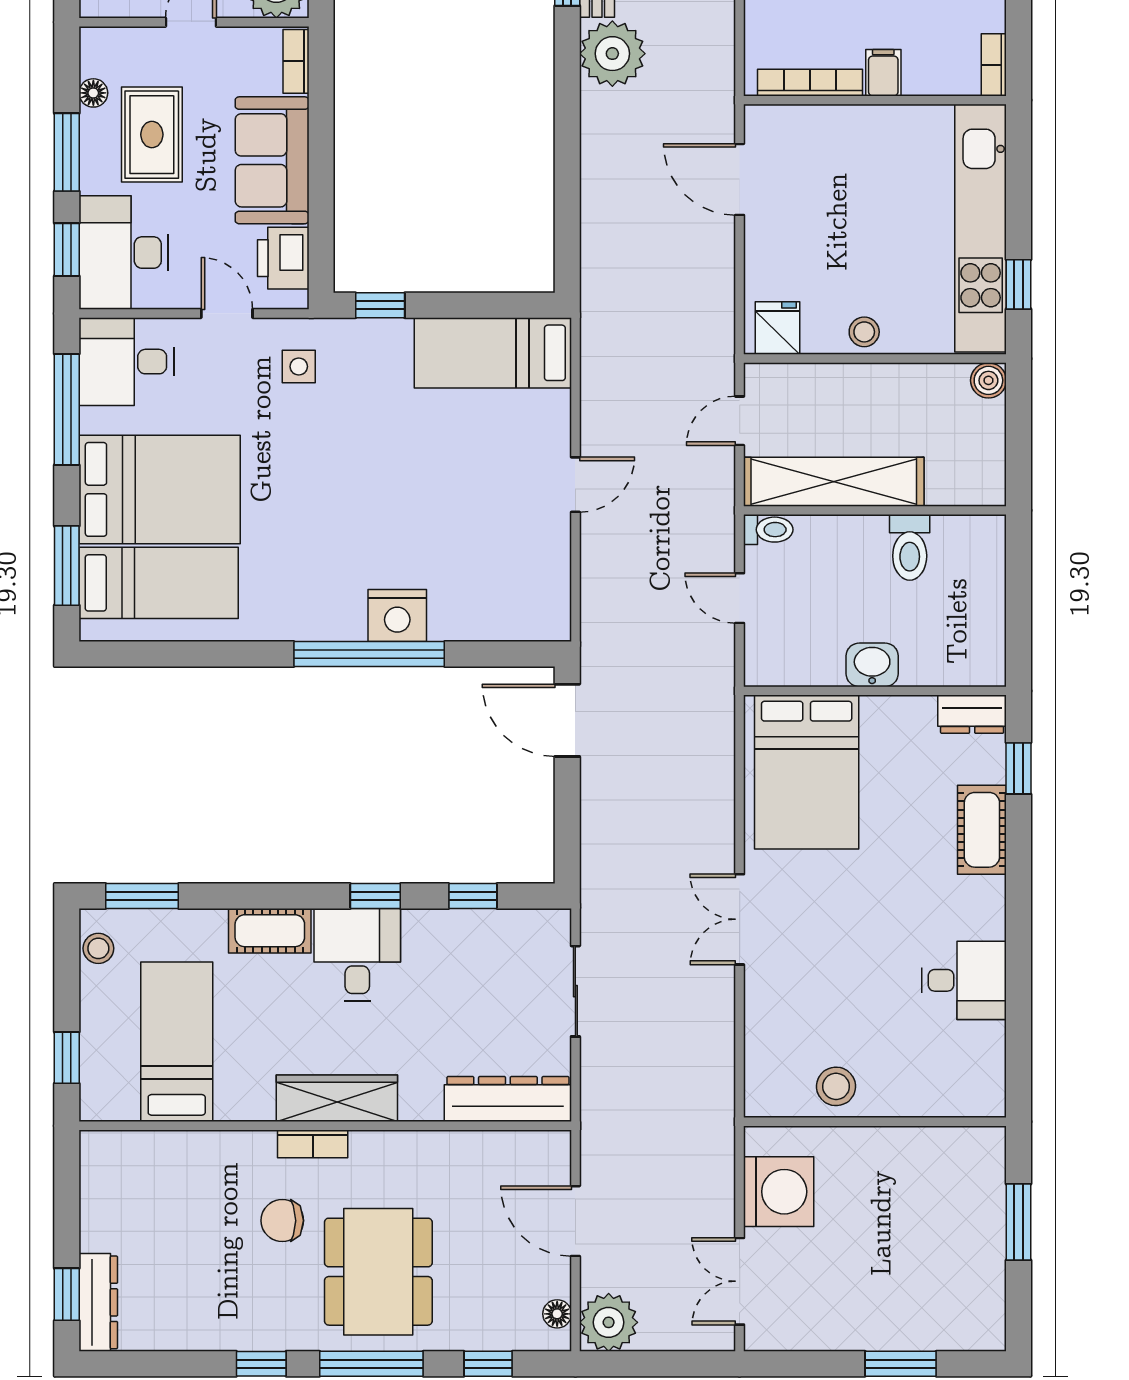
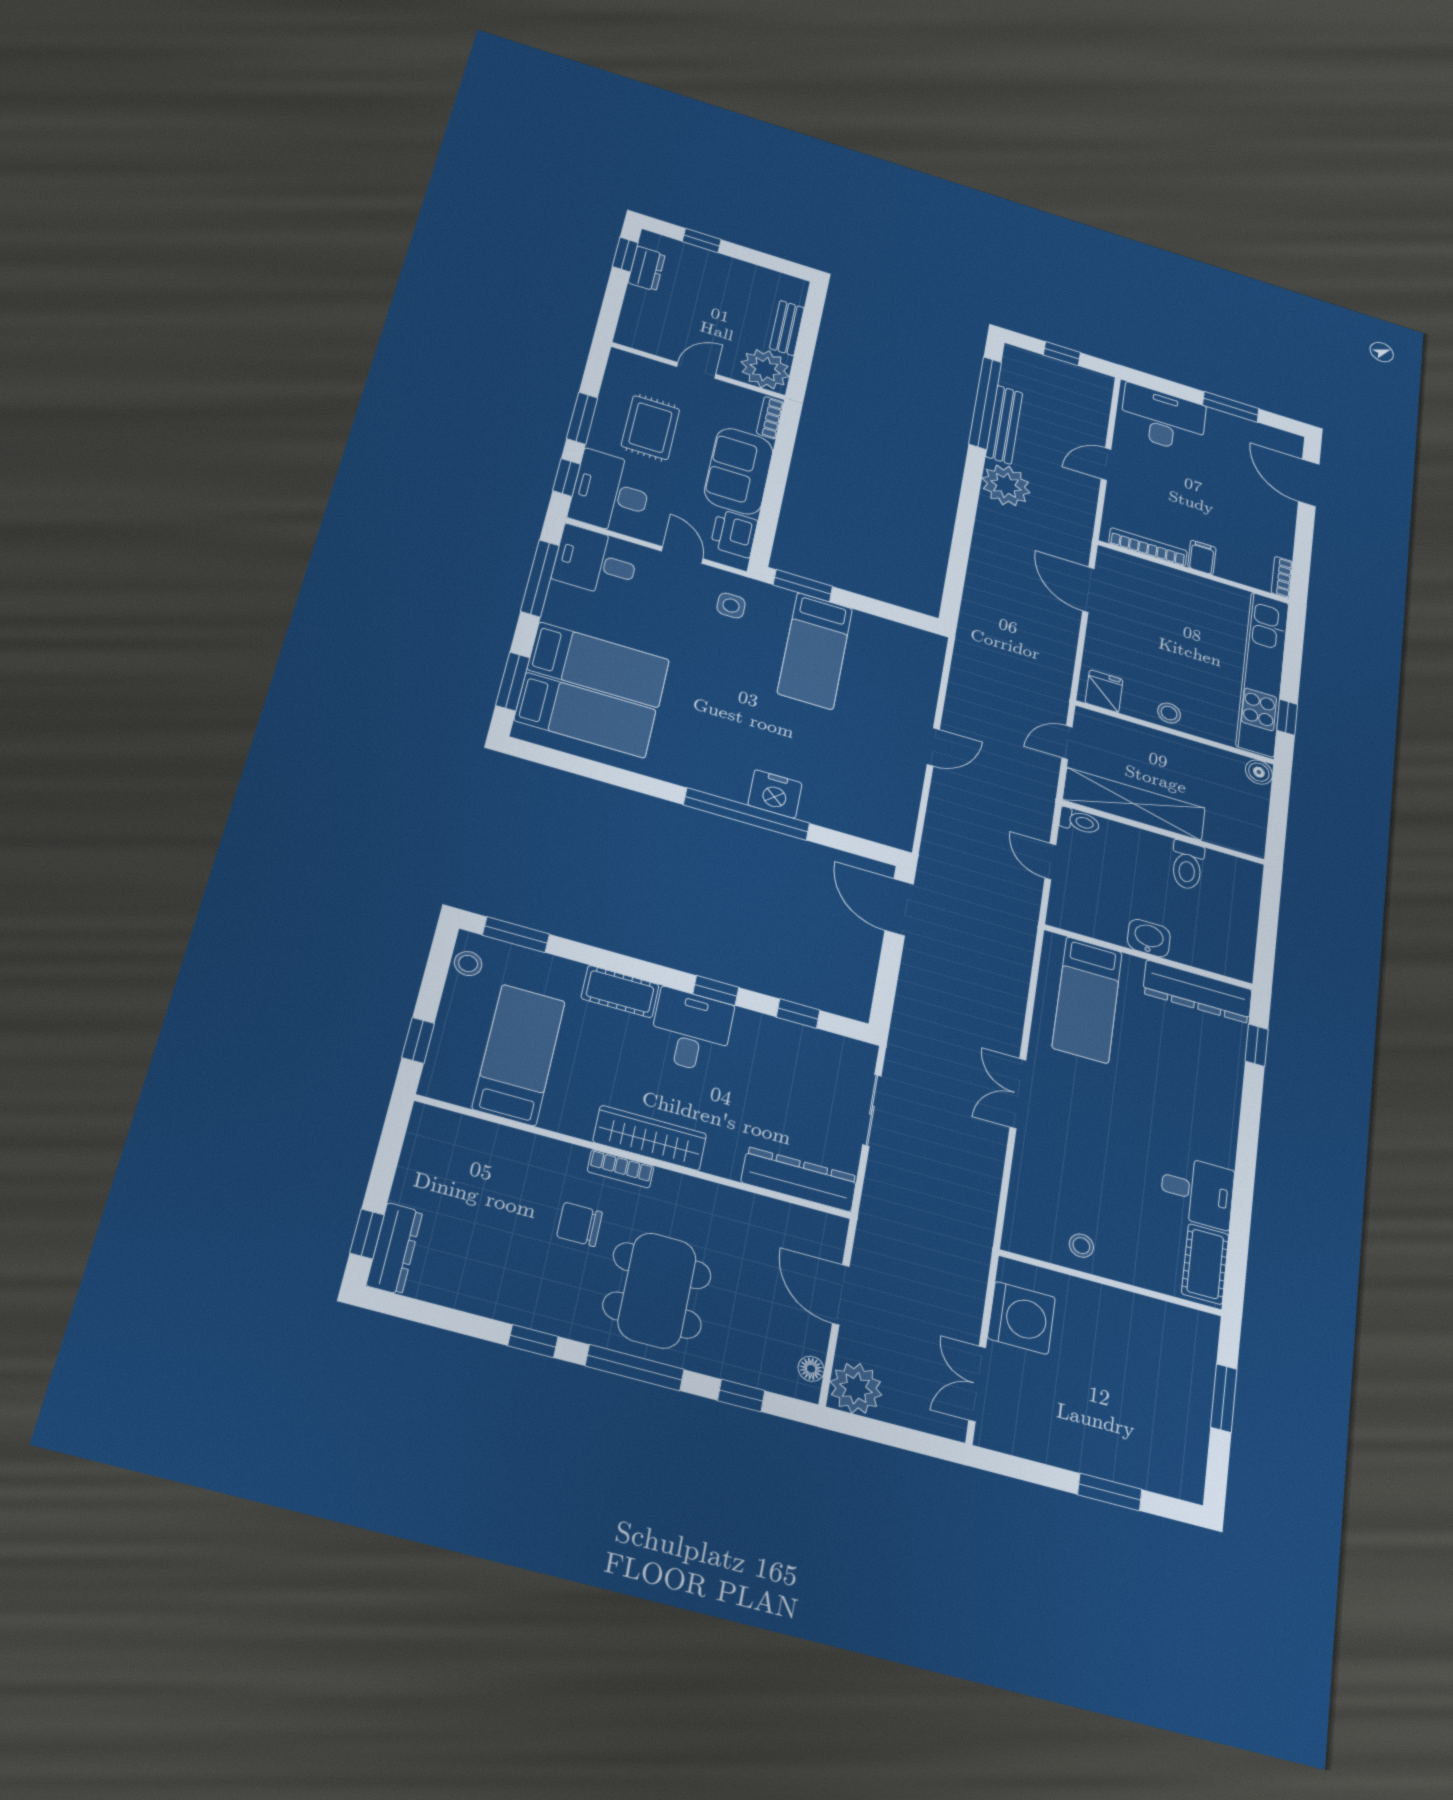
floor lamp: (93, 93) -> (612, 389), removed
window: (380, 305) -> (803, 586), width x1.50
bed: (493, 353) -> (815, 651), moved, turned -90
bed: (160, 489) -> (599, 665), width x0.67
dresser: (972, 714) -> (1198, 992), width x1.96, depth x1.24
bed: (807, 772) -> (1087, 1000), width x0.67
cot: (982, 830) -> (1205, 1264), moved
stool: (836, 1086) -> (1081, 1246), width x0.73, depth x0.73

